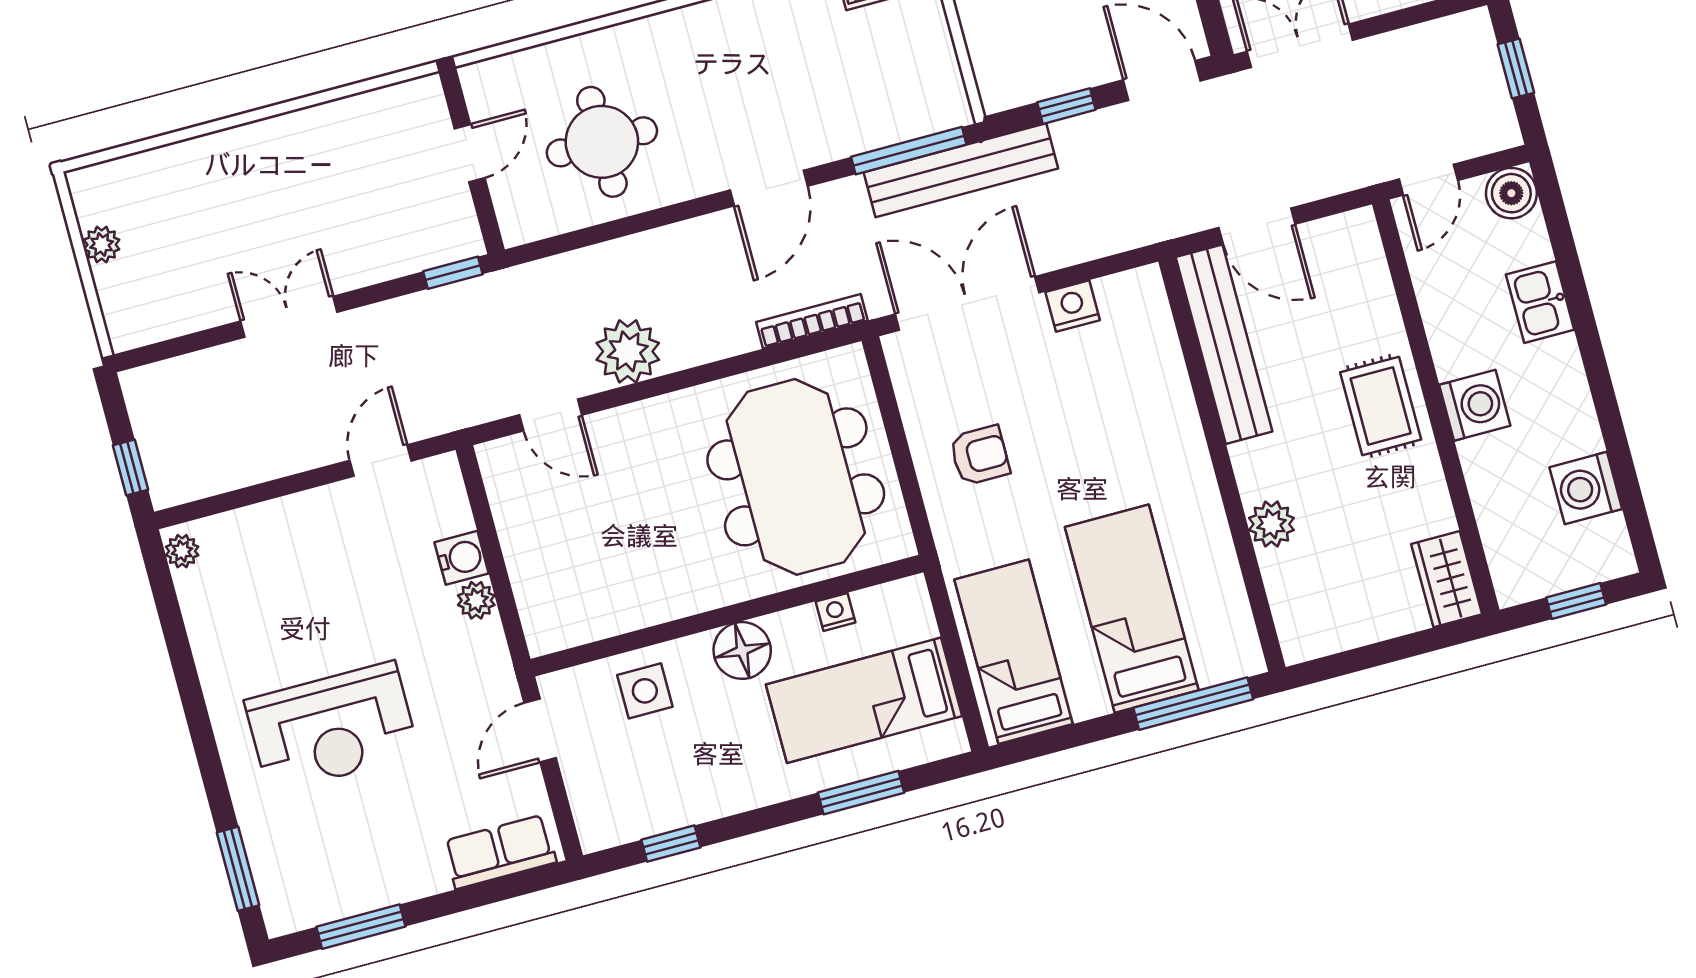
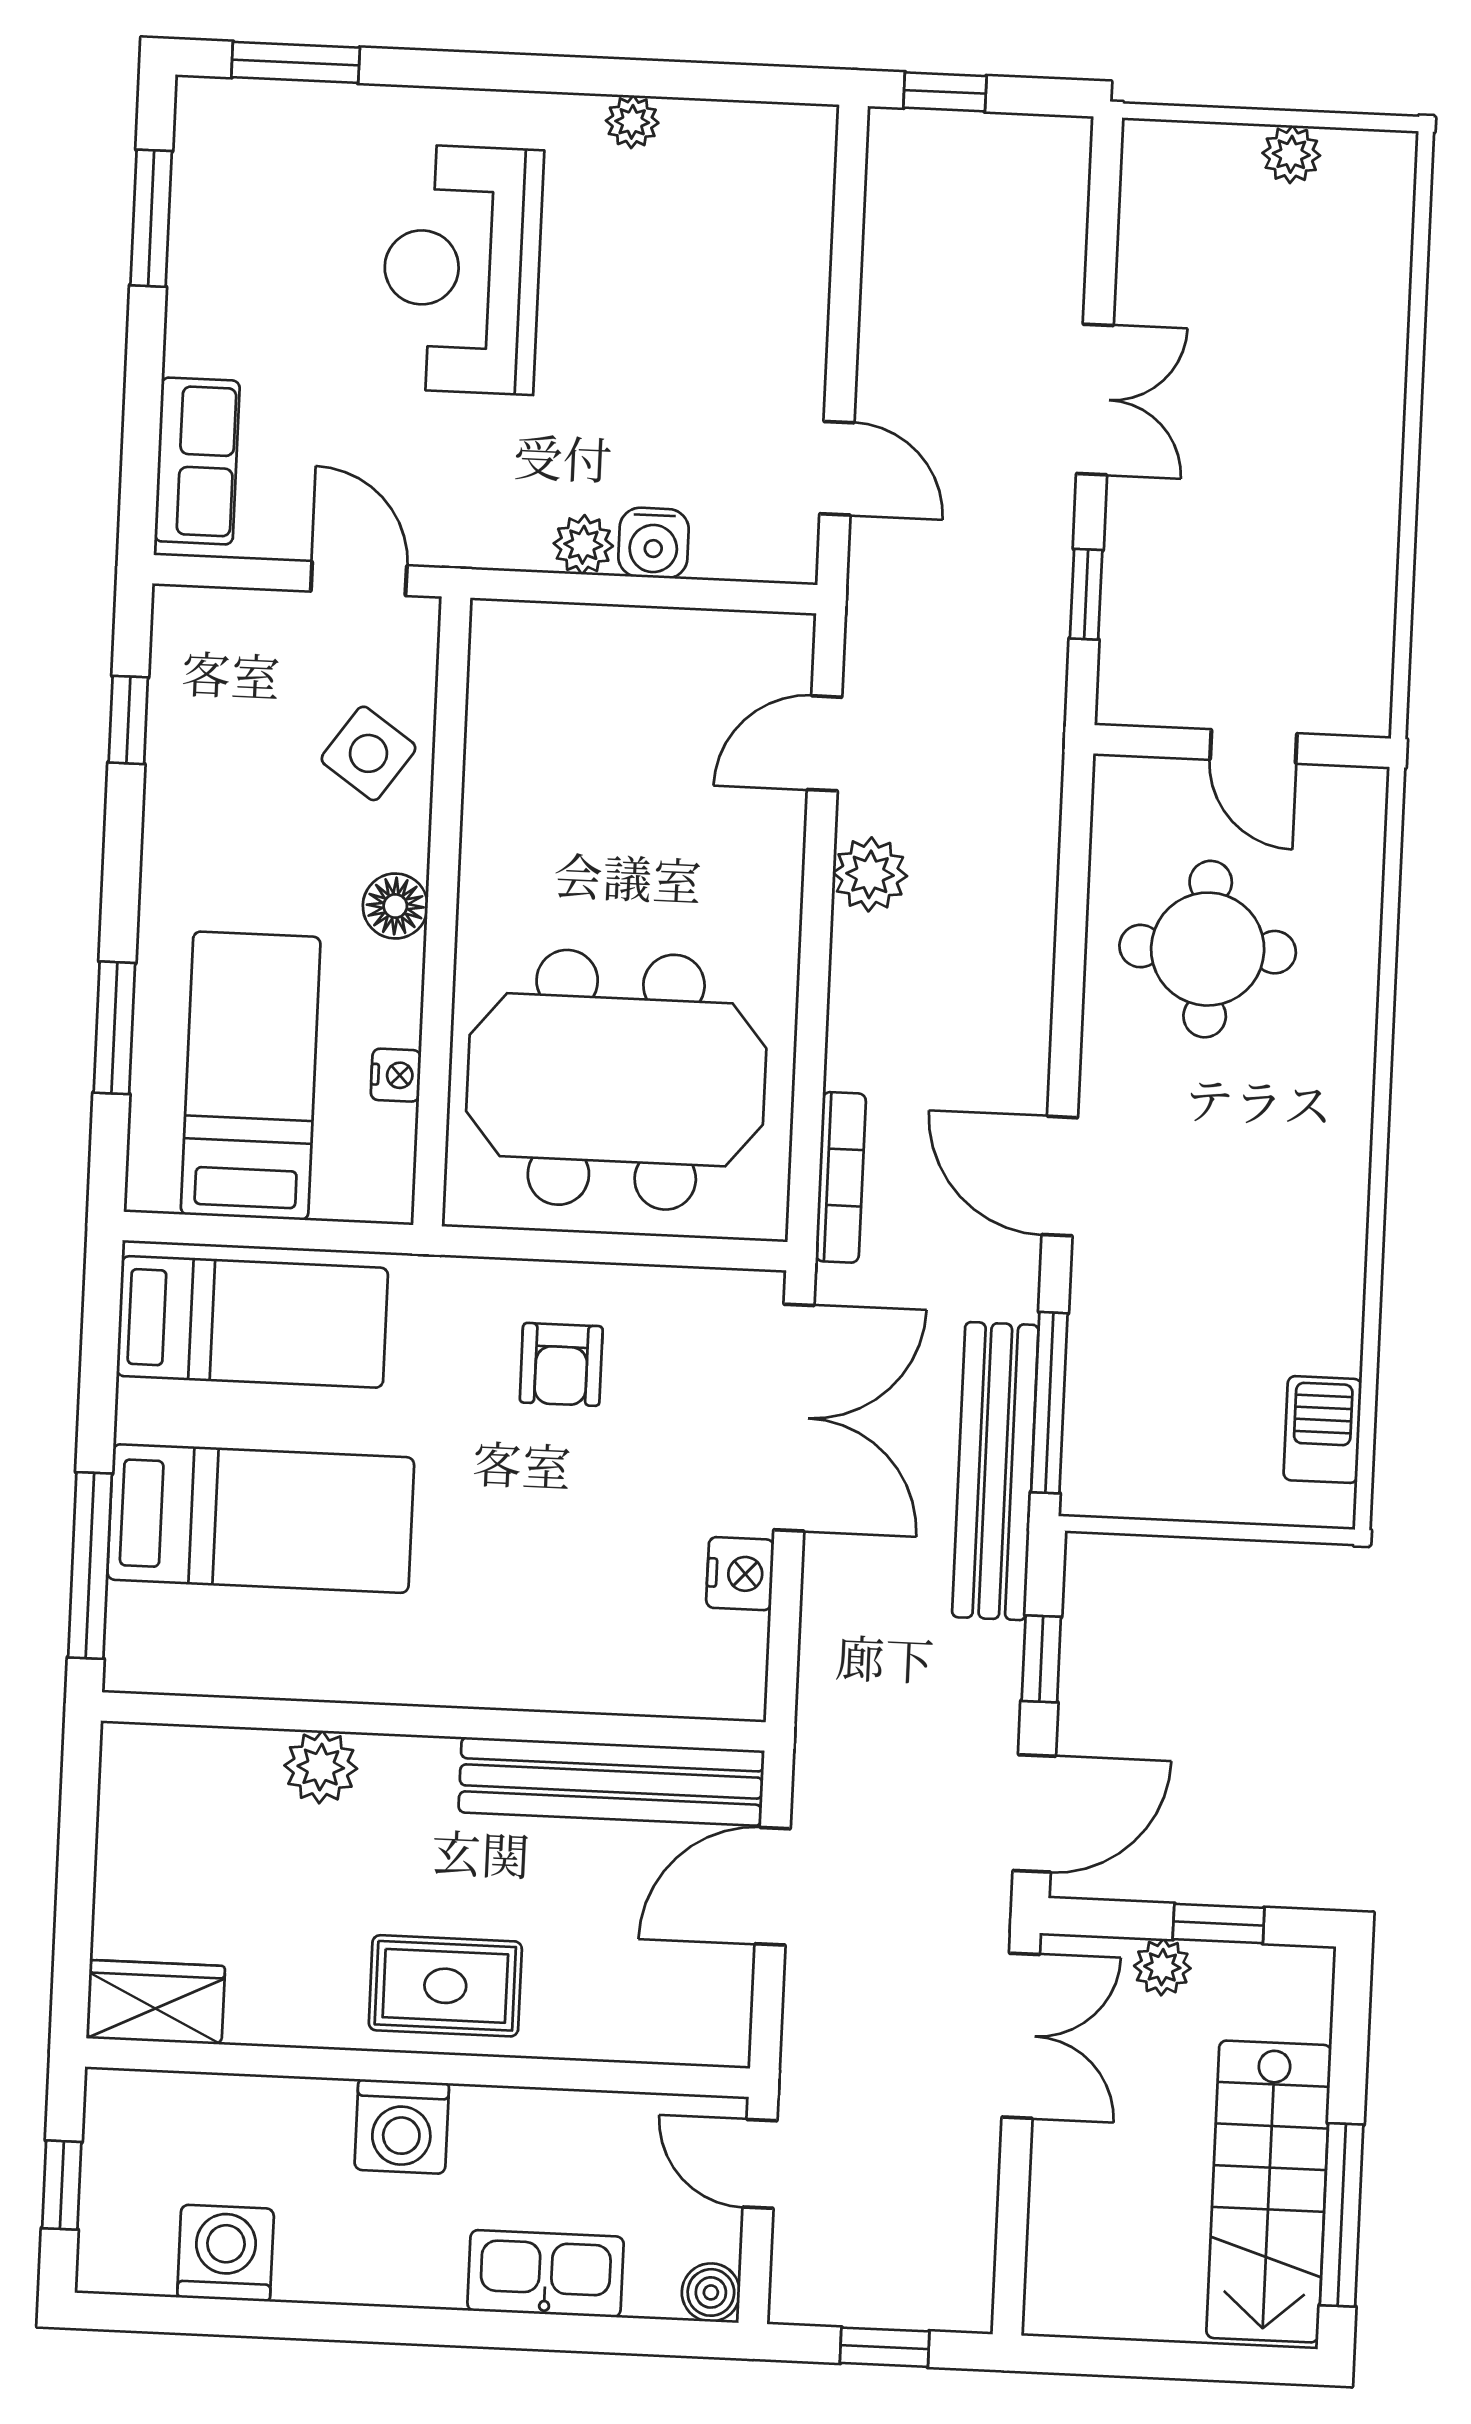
boiler: (1511, 193) -> (711, 2292), width x0.73, depth x0.73
window: (453, 273) -> (1086, 594), moved
kitchen sink: (1540, 302) -> (546, 2274), width x1.38
plant: (628, 351) -> (870, 874), width x0.73, depth x0.73
plant: (182, 551) -> (632, 122), moved
floor lamp: (742, 650) -> (395, 906), width x0.73, depth x0.73
side table: (645, 691) -> (369, 753), turned 35

